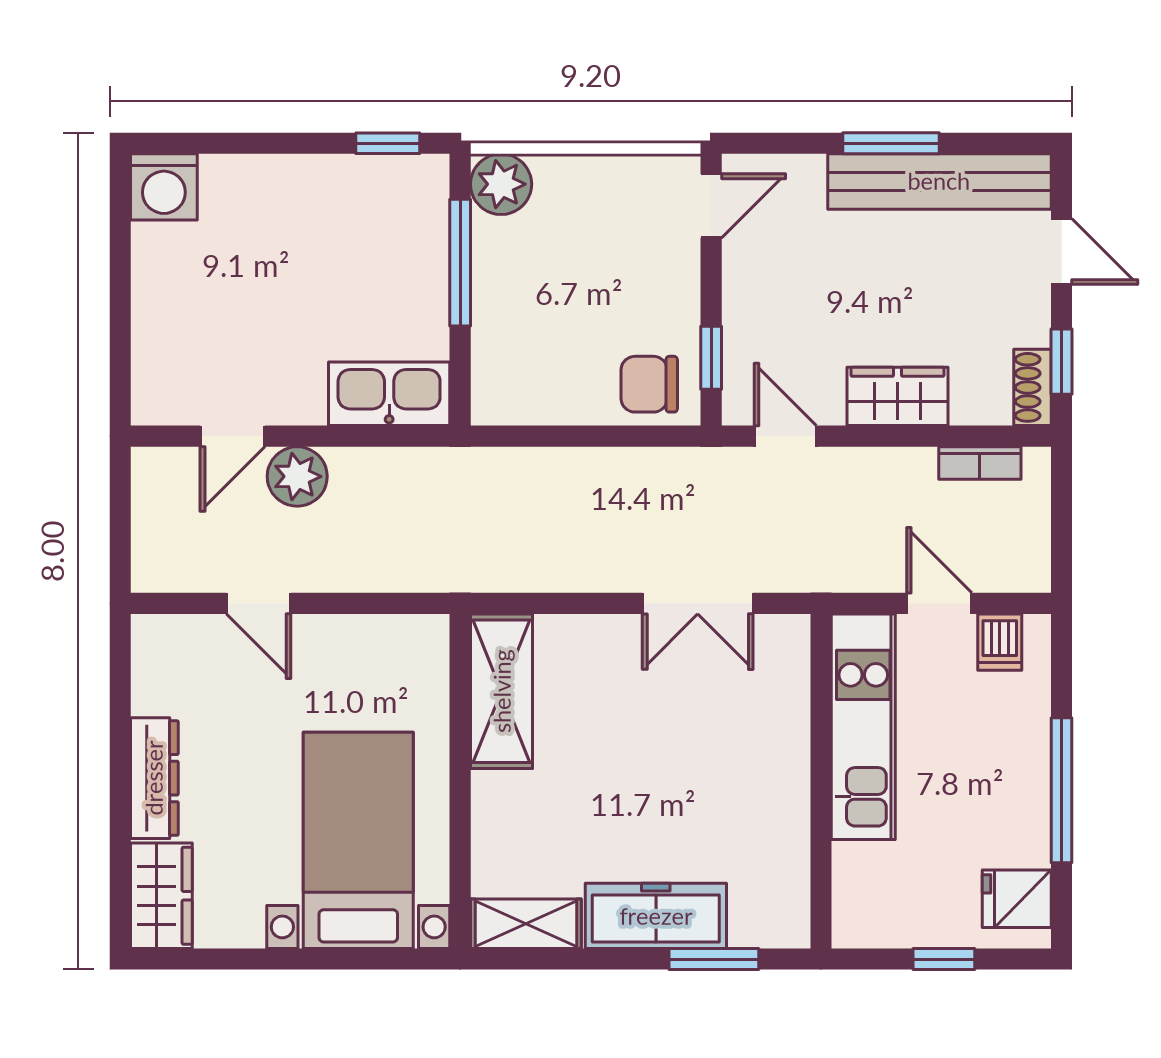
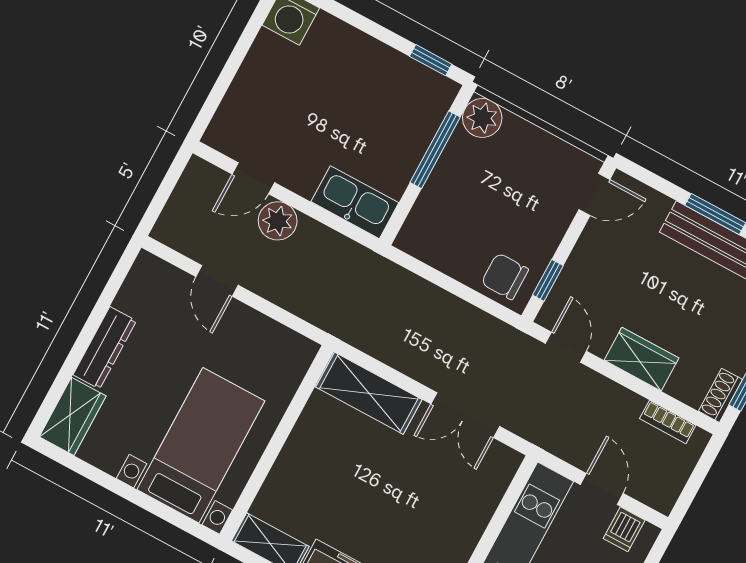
shelving: (502, 691) -> (369, 393), moved, turned 90

